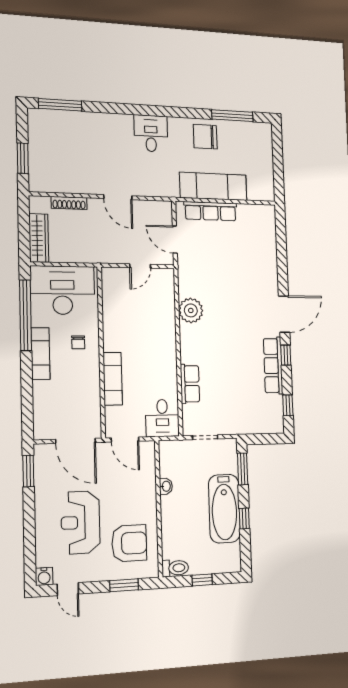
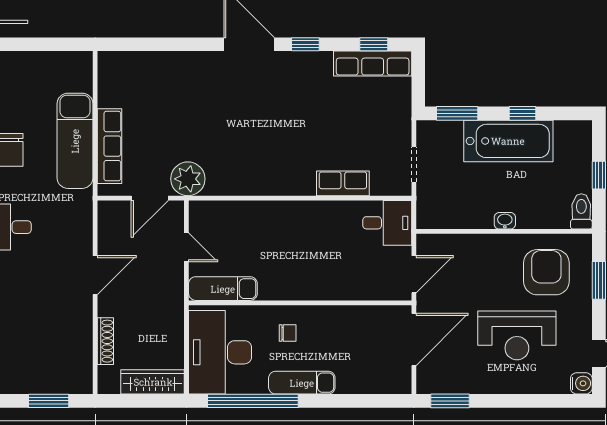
plant: (191, 310) -> (188, 179), moved
row of seats: (273, 366) -> (373, 64), moved
exam couch: (113, 379) -> (223, 289), moved
washbasin: (166, 486) -> (505, 221), moved

